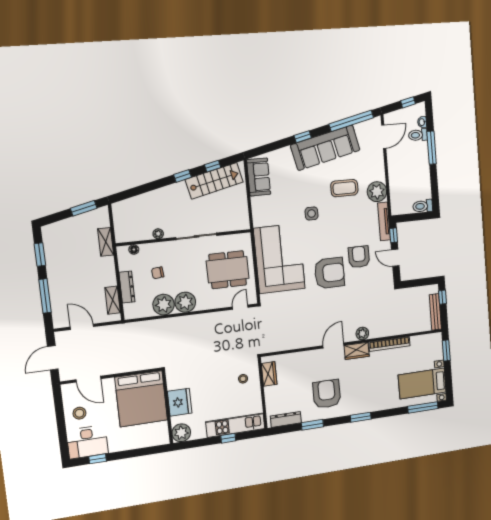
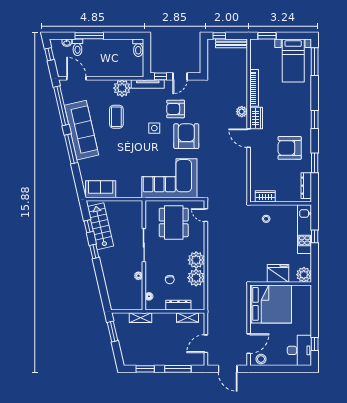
window: (303, 137) -> (71, 149), width x2.17
side table: (312, 213) -> (154, 128), moved
stool: (79, 413) -> (261, 359), moved

